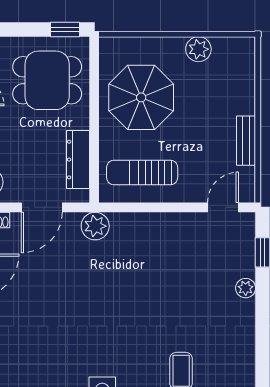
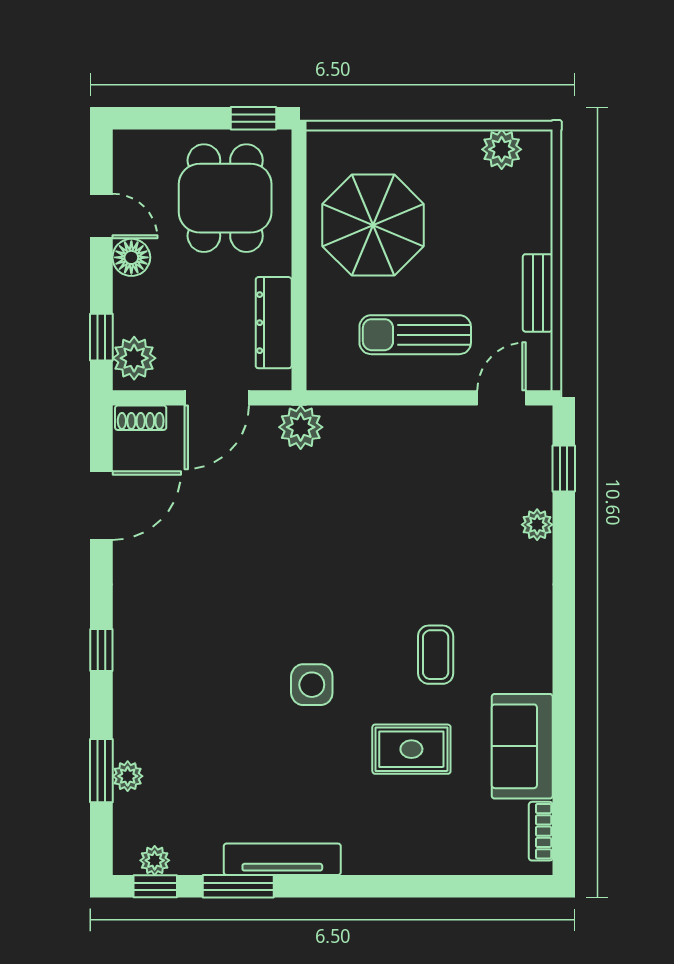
plant: (198, 49) -> (502, 149), moved
dining table: (47, 80) -> (225, 198), turned 90
sun lounger: (142, 172) -> (415, 335), moved

